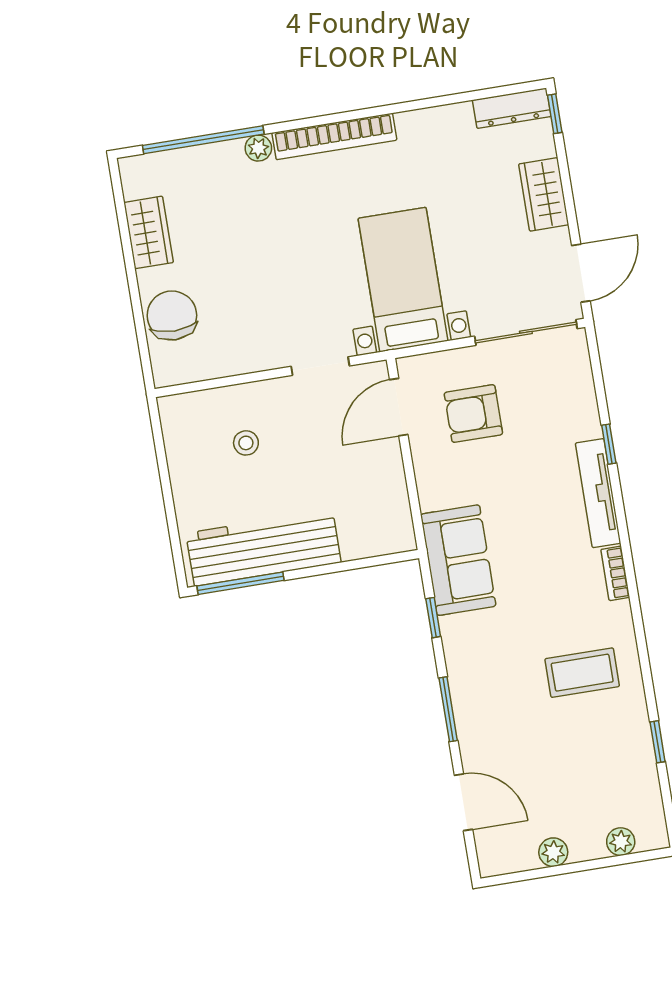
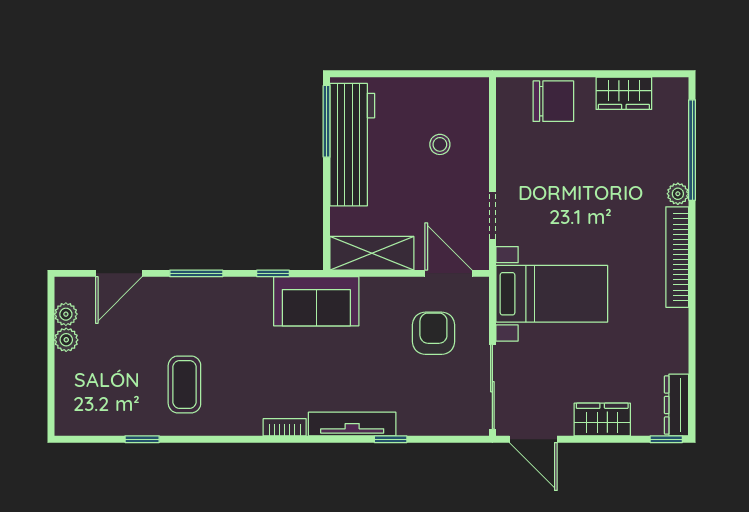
shelving: (390, 503) -> (372, 253), added
coffee table: (582, 673) -> (184, 384), moved
plant: (621, 842) -> (66, 314), moved

